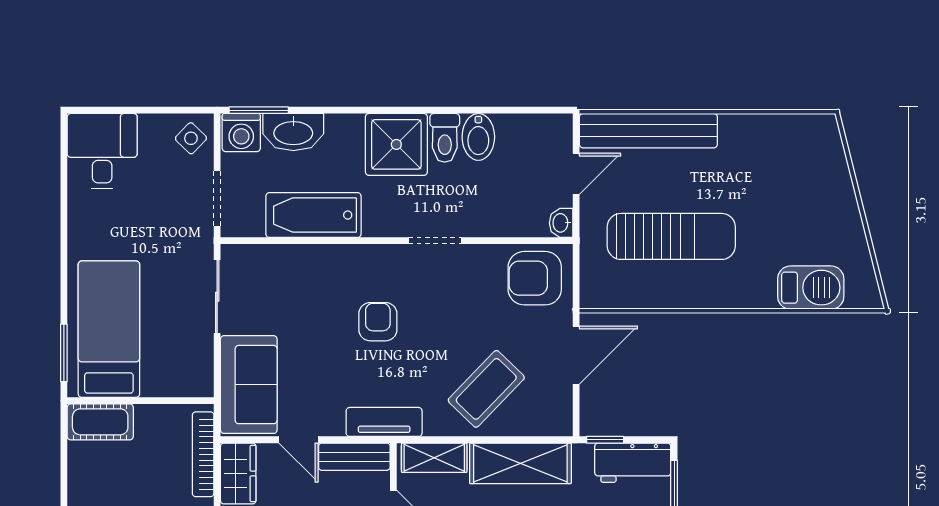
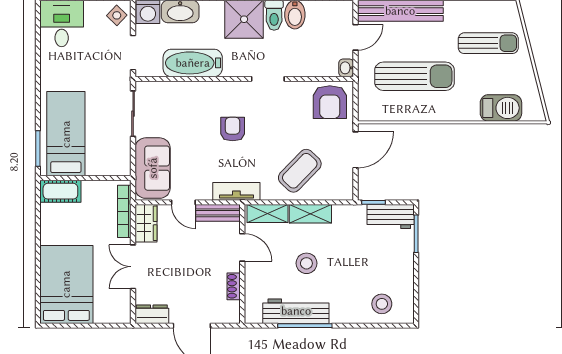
sun lounger: (790, 183) -> (488, 43), added
armchair: (535, 278) -> (330, 102), turned -90
shelving: (520, 463) -> (310, 214), width x0.67, depth x0.75

